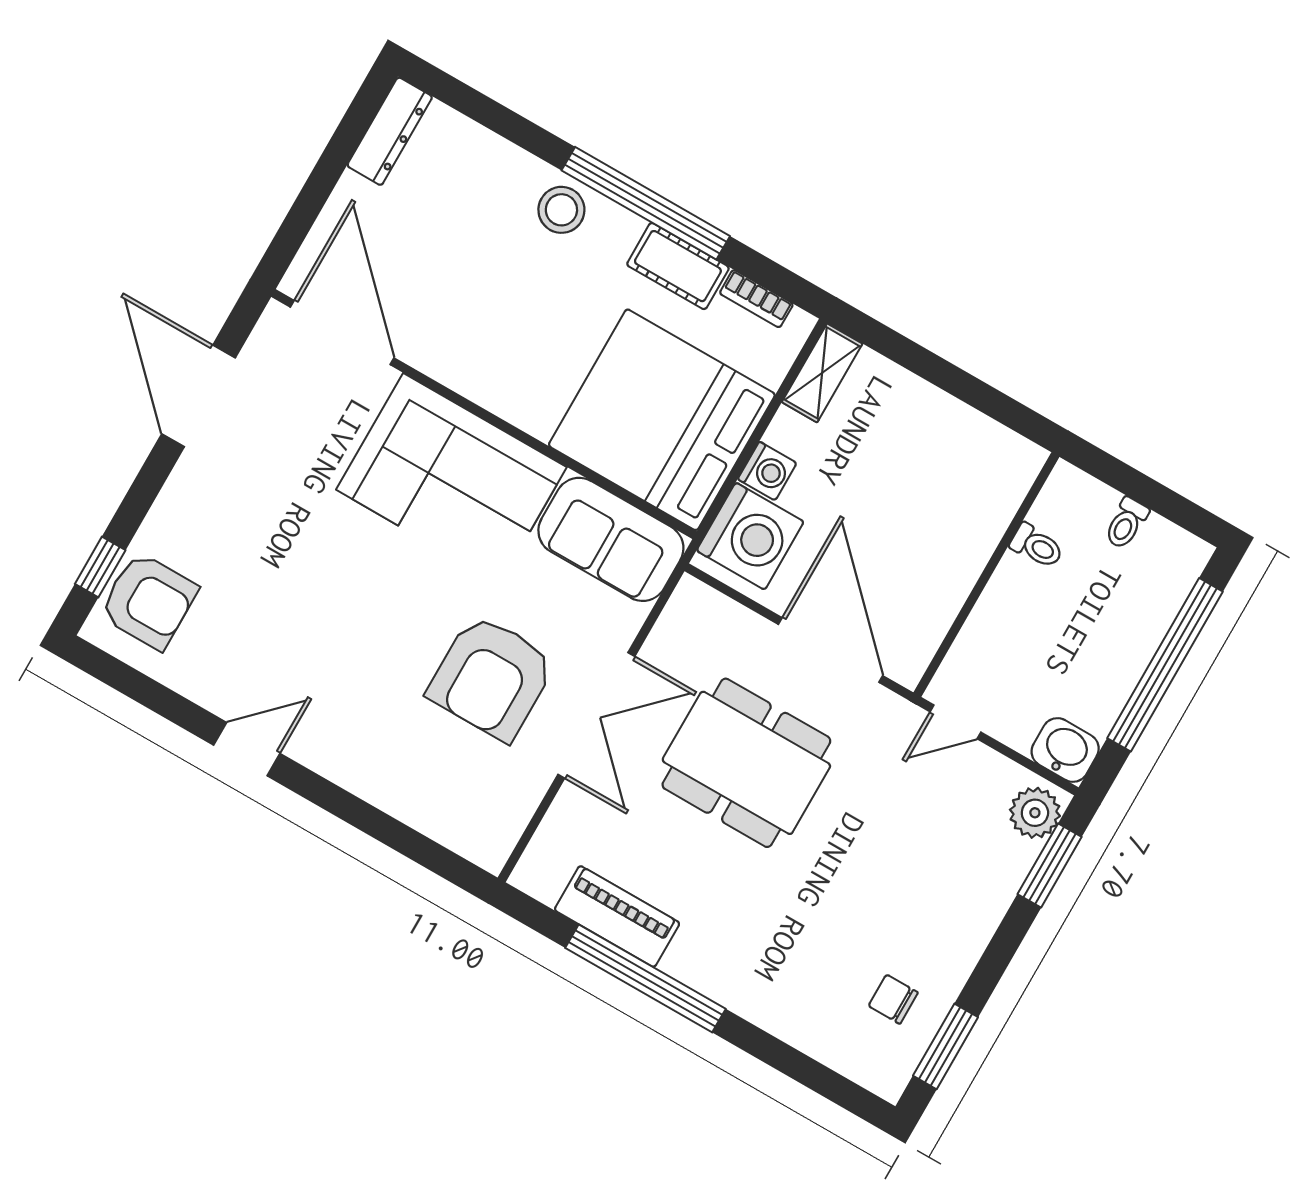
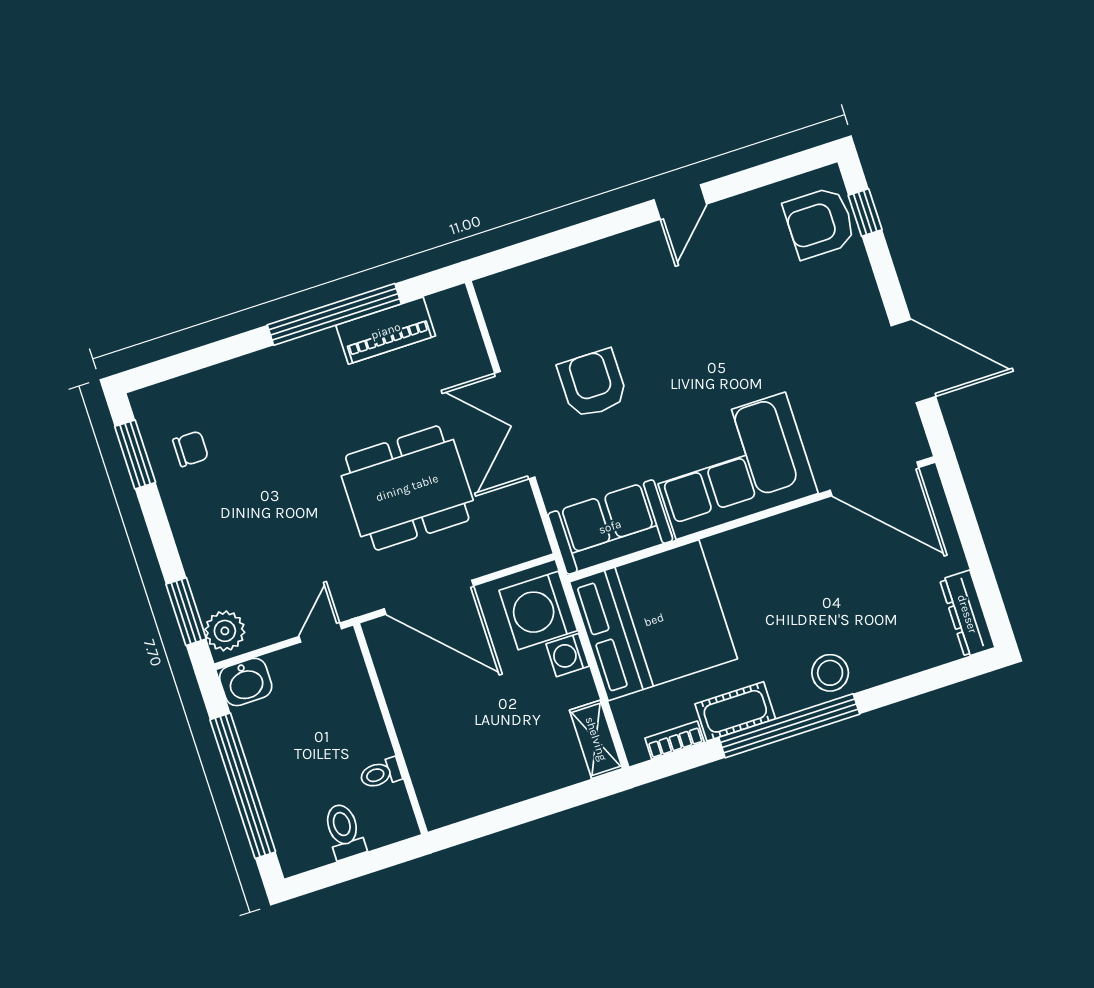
toilet: (1126, 523) -> (344, 831), width x1.37, depth x1.39
armchair: (492, 677) -> (593, 384), width x0.73, depth x0.73

